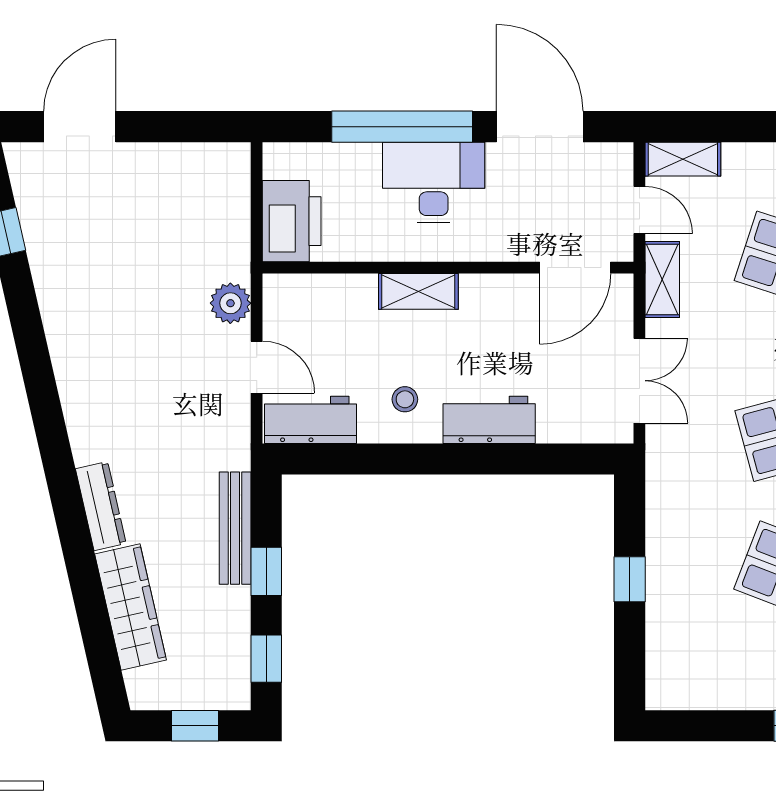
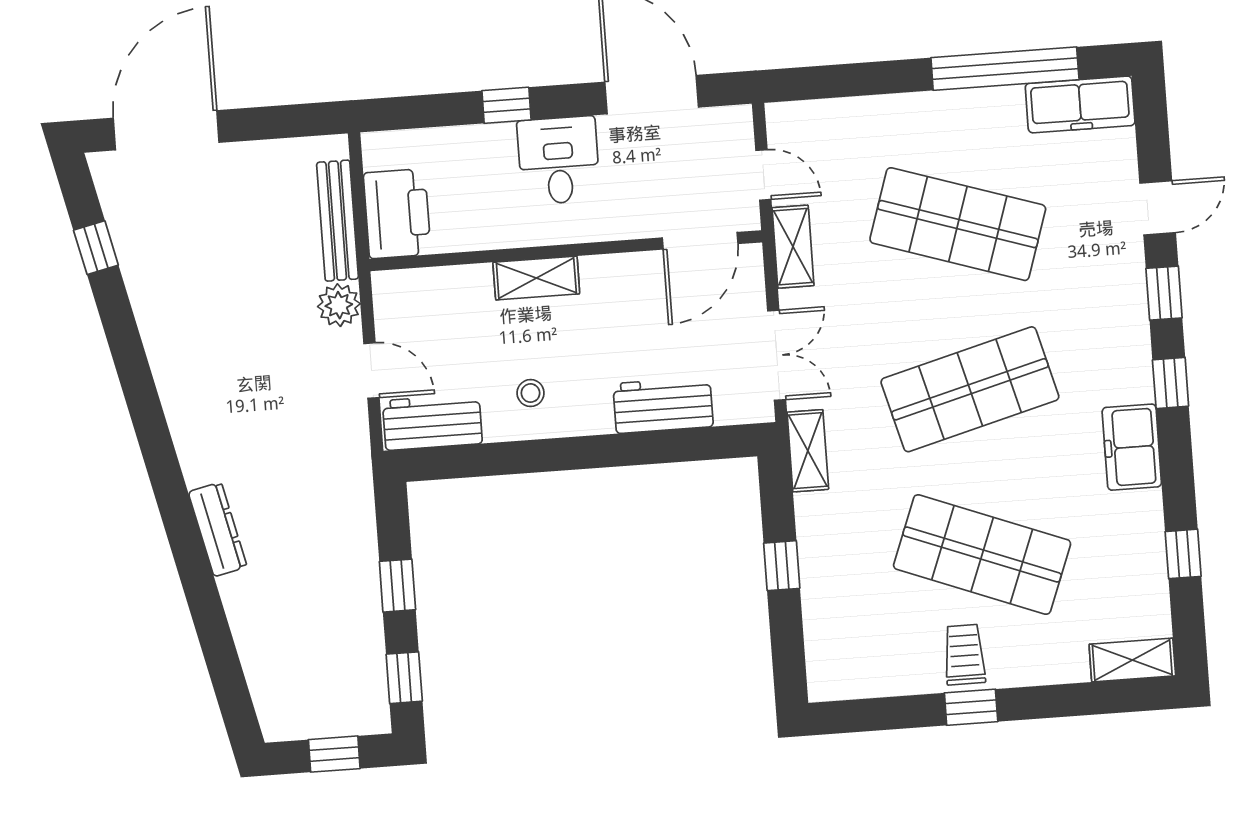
door: (80, 127) -> (166, 130), width x1.36
window: (402, 127) -> (506, 105), width x0.32
shelving: (683, 159) -> (808, 451), moved, turned 90
desk: (434, 182) -> (559, 160), width x0.73
workbench: (489, 420) -> (663, 405), moved
bench: (235, 528) -> (338, 221), moved
wardrobe: (131, 607) -> (257, 634), removed

